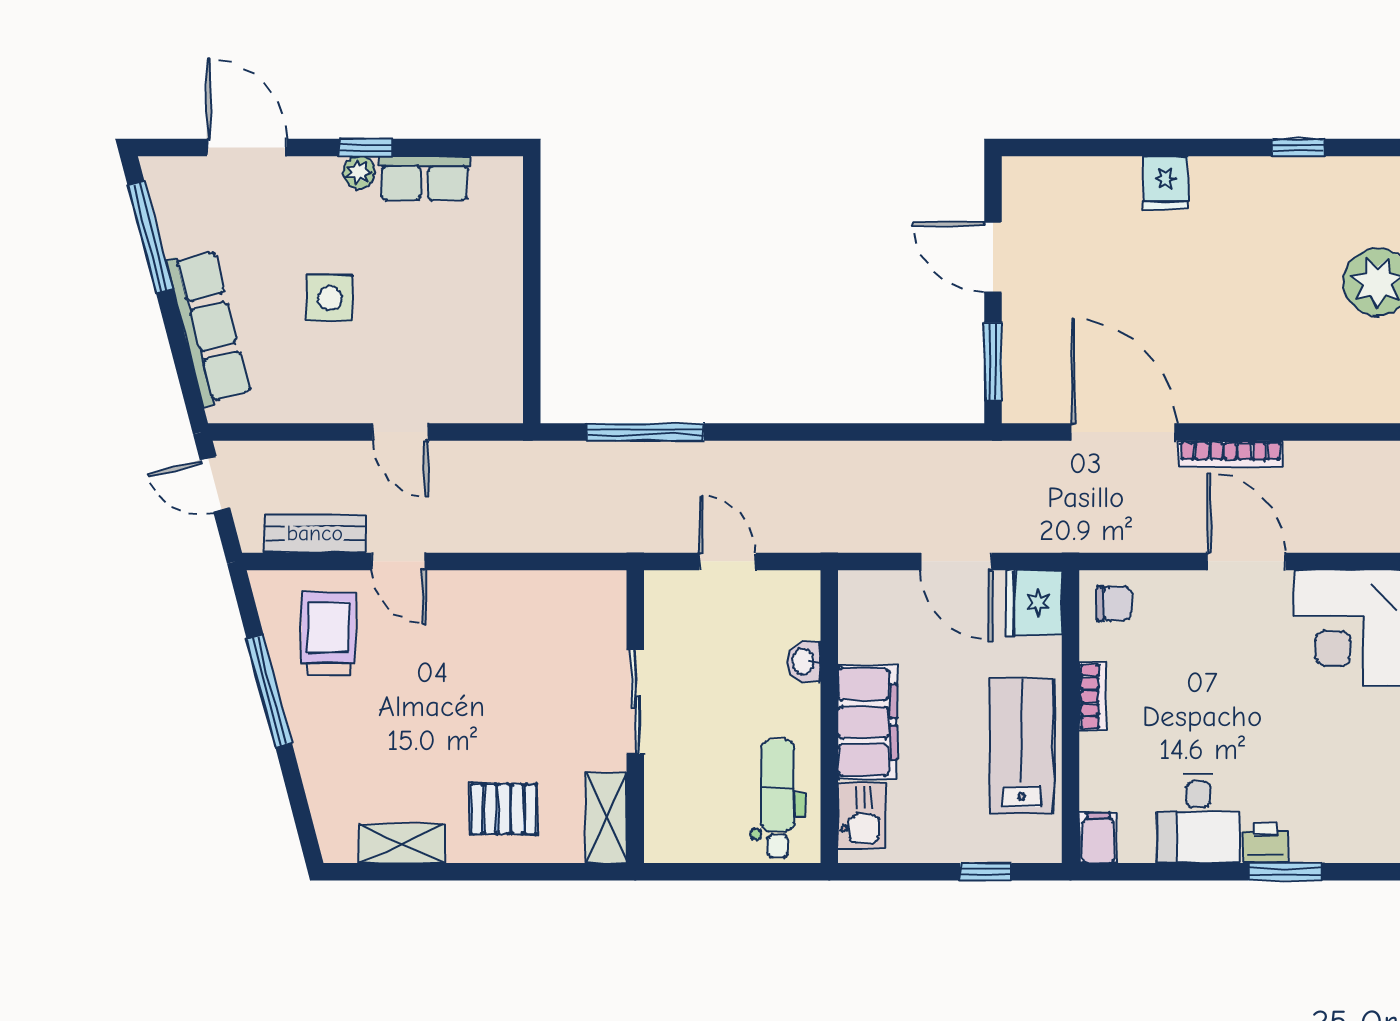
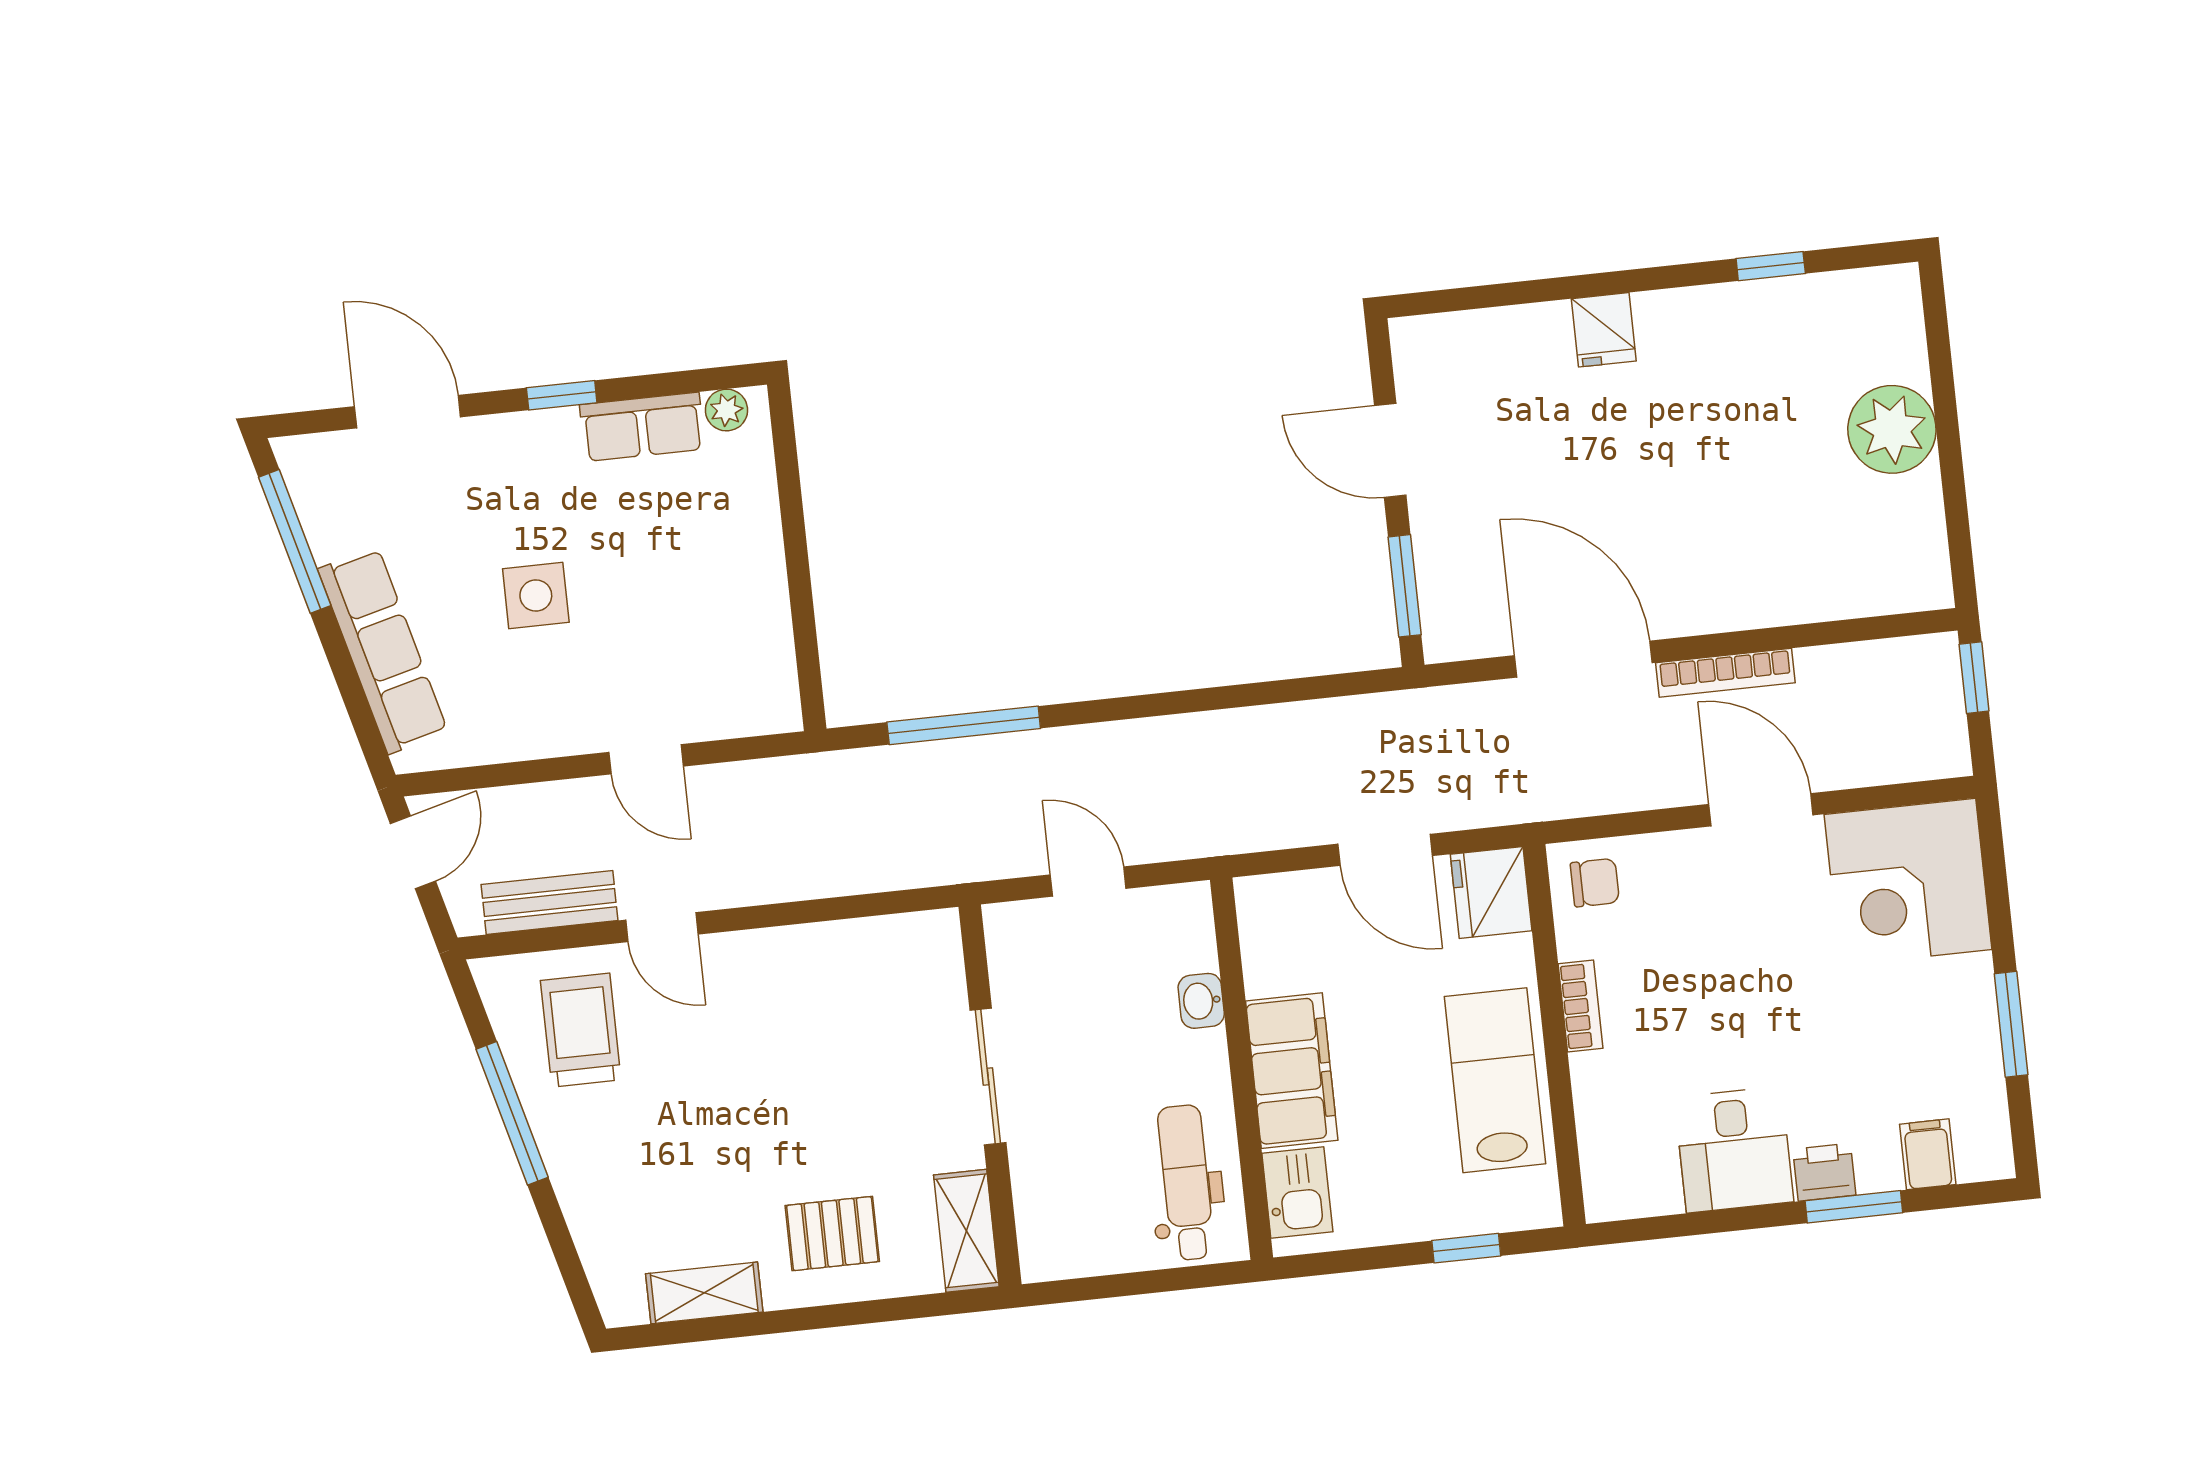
plant: (359, 172) -> (726, 410), moved
door: (215, 484) -> (413, 852), swing flipped
filing cabinet: (1098, 838) -> (1928, 1154), moved

